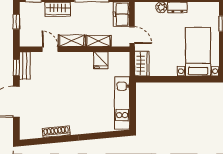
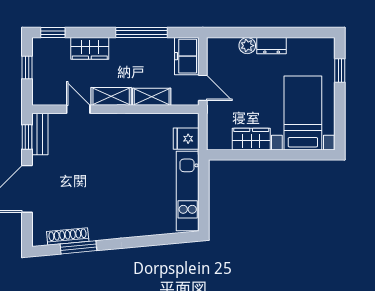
fridge: (101, 60) -> (186, 139), moved, turned 90
wardrobe: (142, 64) -> (251, 139), moved, turned -90
shoe rack: (56, 132) -> (68, 236), moved
window: (50, 140) -> (78, 247), added

